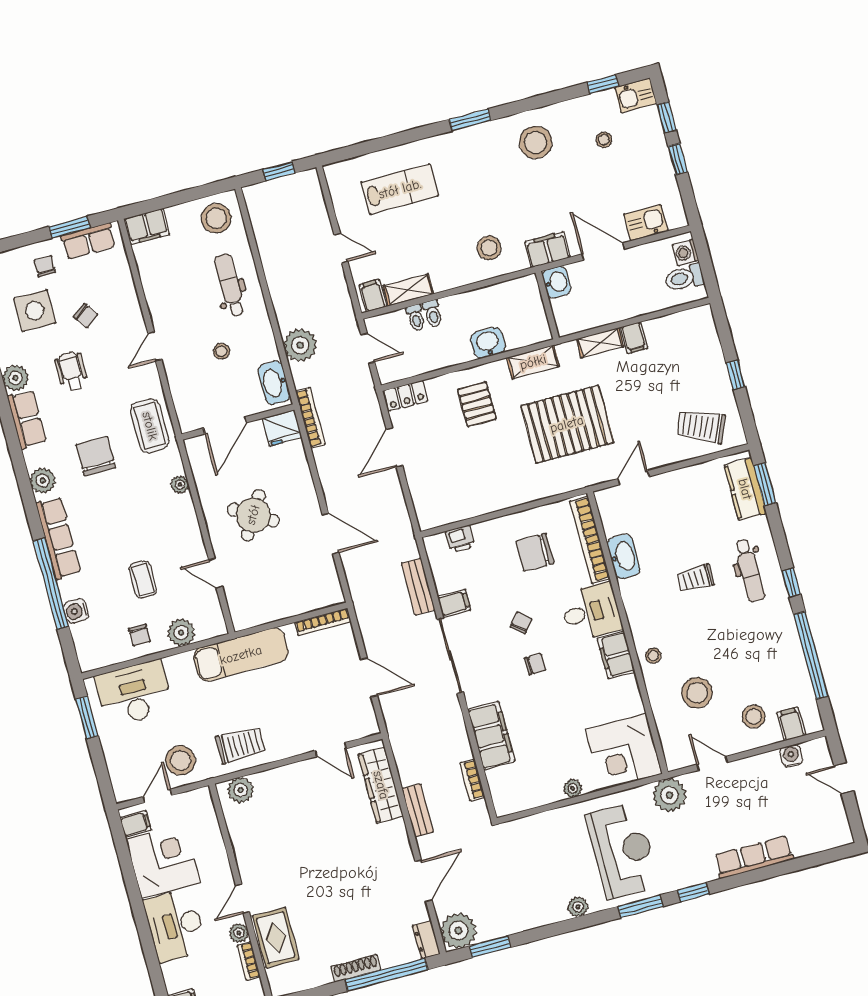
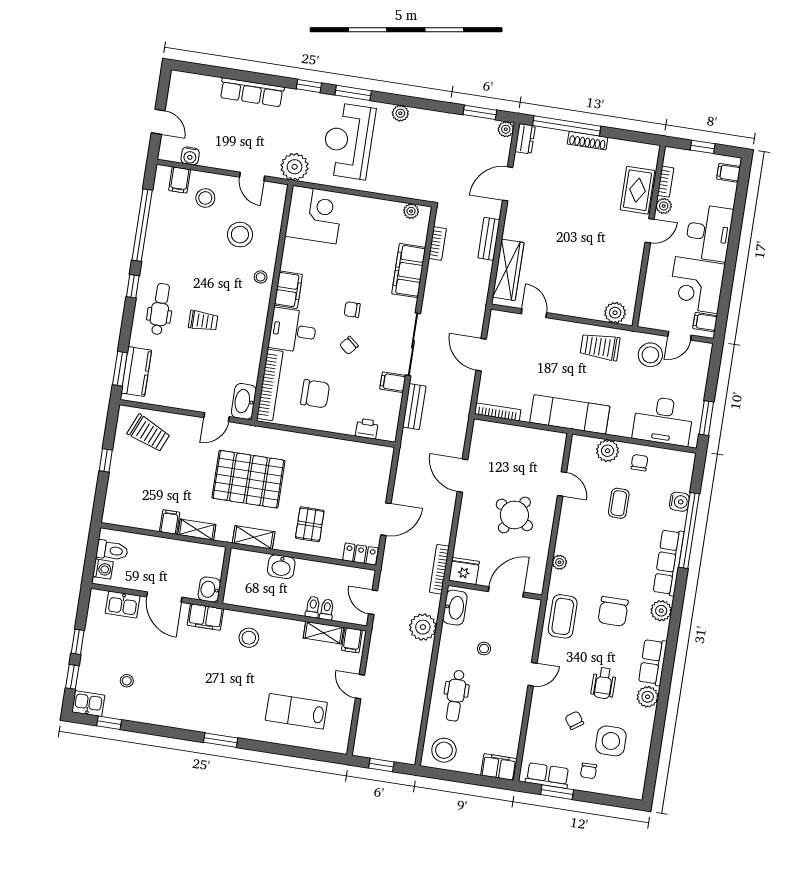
stool: (536, 142) -> (179, 701), removed
washbasin: (624, 556) -> (244, 401), moved
plant: (573, 788) -> (411, 211), moved
plant: (458, 931) -> (506, 129), width x0.53, depth x0.53

